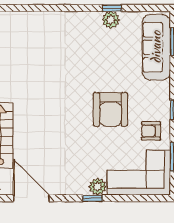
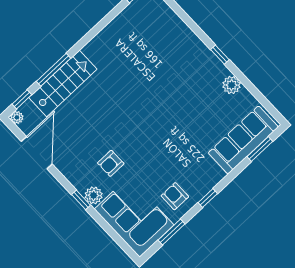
window: (112, 8) -> (220, 55), moved
armchair: (110, 109) -> (111, 163), moved, width x0.53, depth x0.53

